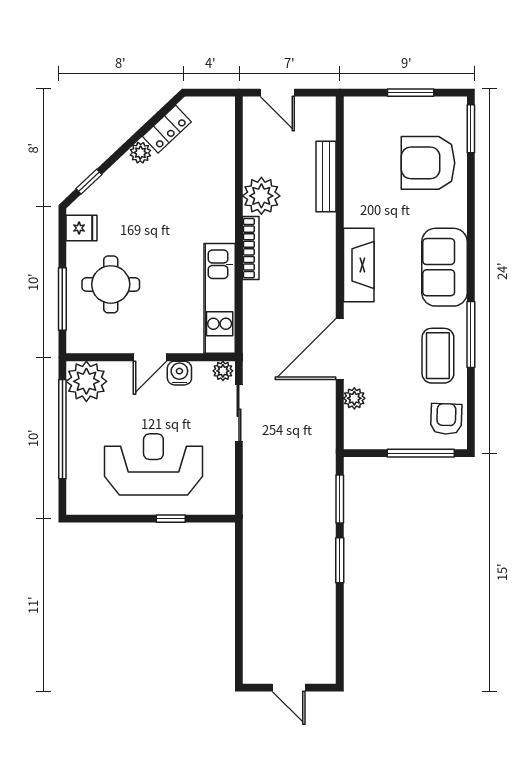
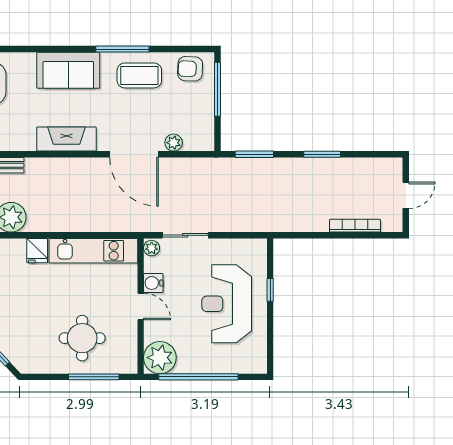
fridge: (81, 228) -> (37, 251), moved, turned 180
bookcase: (251, 248) -> (355, 226), moved
window: (340, 560) -> (322, 154), moved

